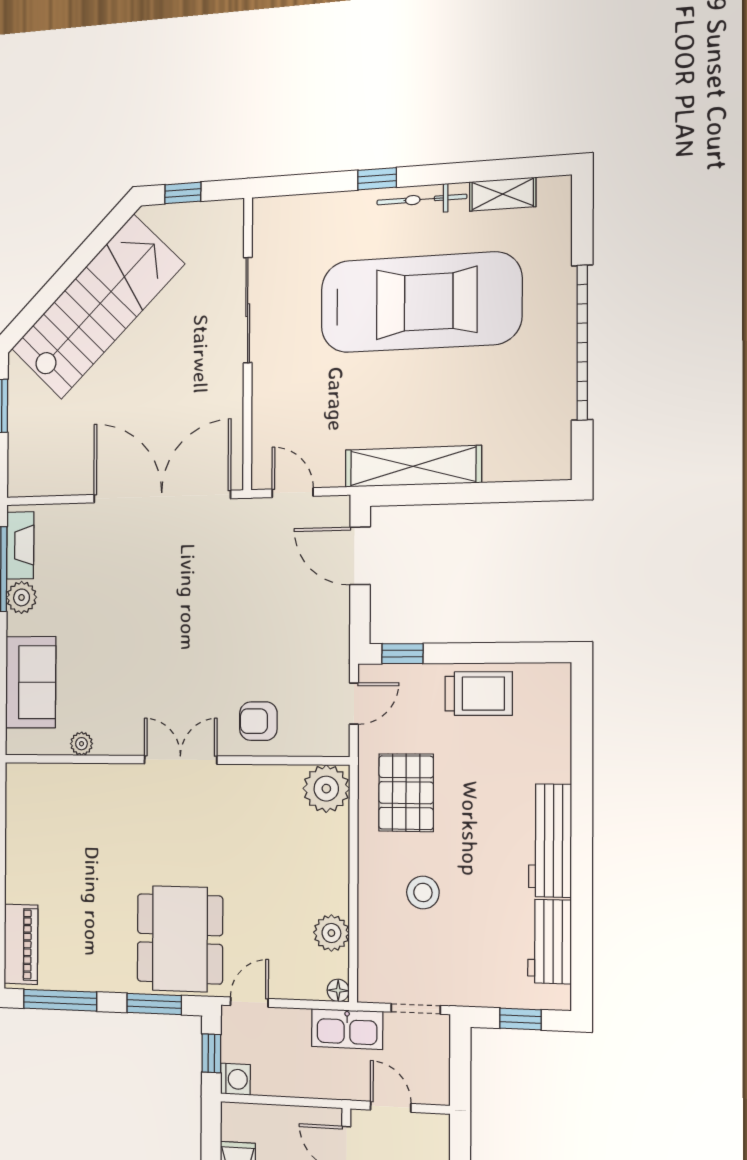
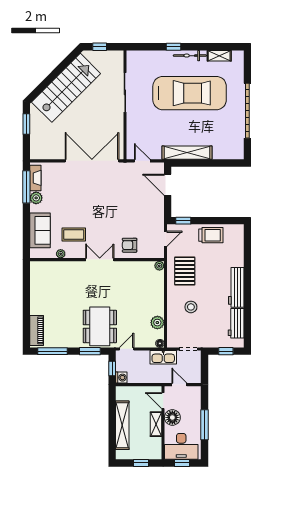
coffee table: (115, 693) -> (74, 234), added
plant: (326, 789) -> (159, 266), width x0.53, depth x0.53

